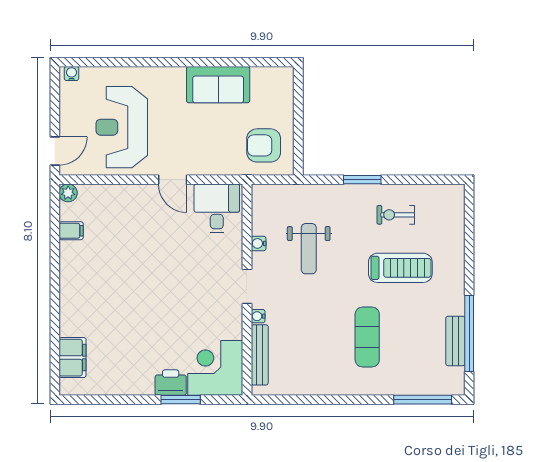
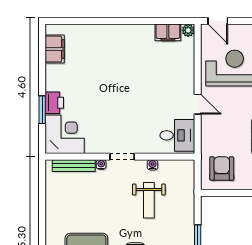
door: (173, 180) -> (198, 104), swing flipped
filing cabinet: (71, 231) -> (168, 32), width x2.00
weight bench: (309, 249) -> (149, 200), turned -90
filing cabinet: (72, 358) -> (55, 49), moved, turned -90

